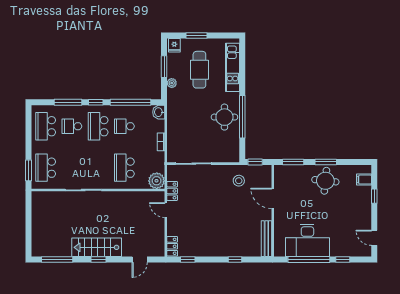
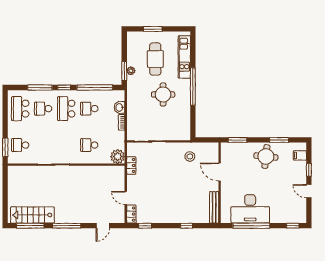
fridge: (174, 45) -> (133, 37), removed
window: (164, 67) -> (124, 71), moved
washbasin: (159, 112) -> (120, 107), moved
round table: (224, 117) -> (163, 95), moved
window: (242, 117) -> (193, 87), moved
window: (255, 162) -> (204, 140), removed
window: (326, 162) -> (279, 140), moved
school desk: (46, 168) -> (20, 145), width x0.54
school desk: (124, 168) -> (89, 145), width x0.54
door: (166, 210) -> (126, 198), moved
door: (374, 238) -> (309, 191), moved
stairs: (97, 247) -> (32, 215), moved
window: (99, 260) -> (67, 226), width x2.17
window: (343, 260) -> (293, 226), moved

